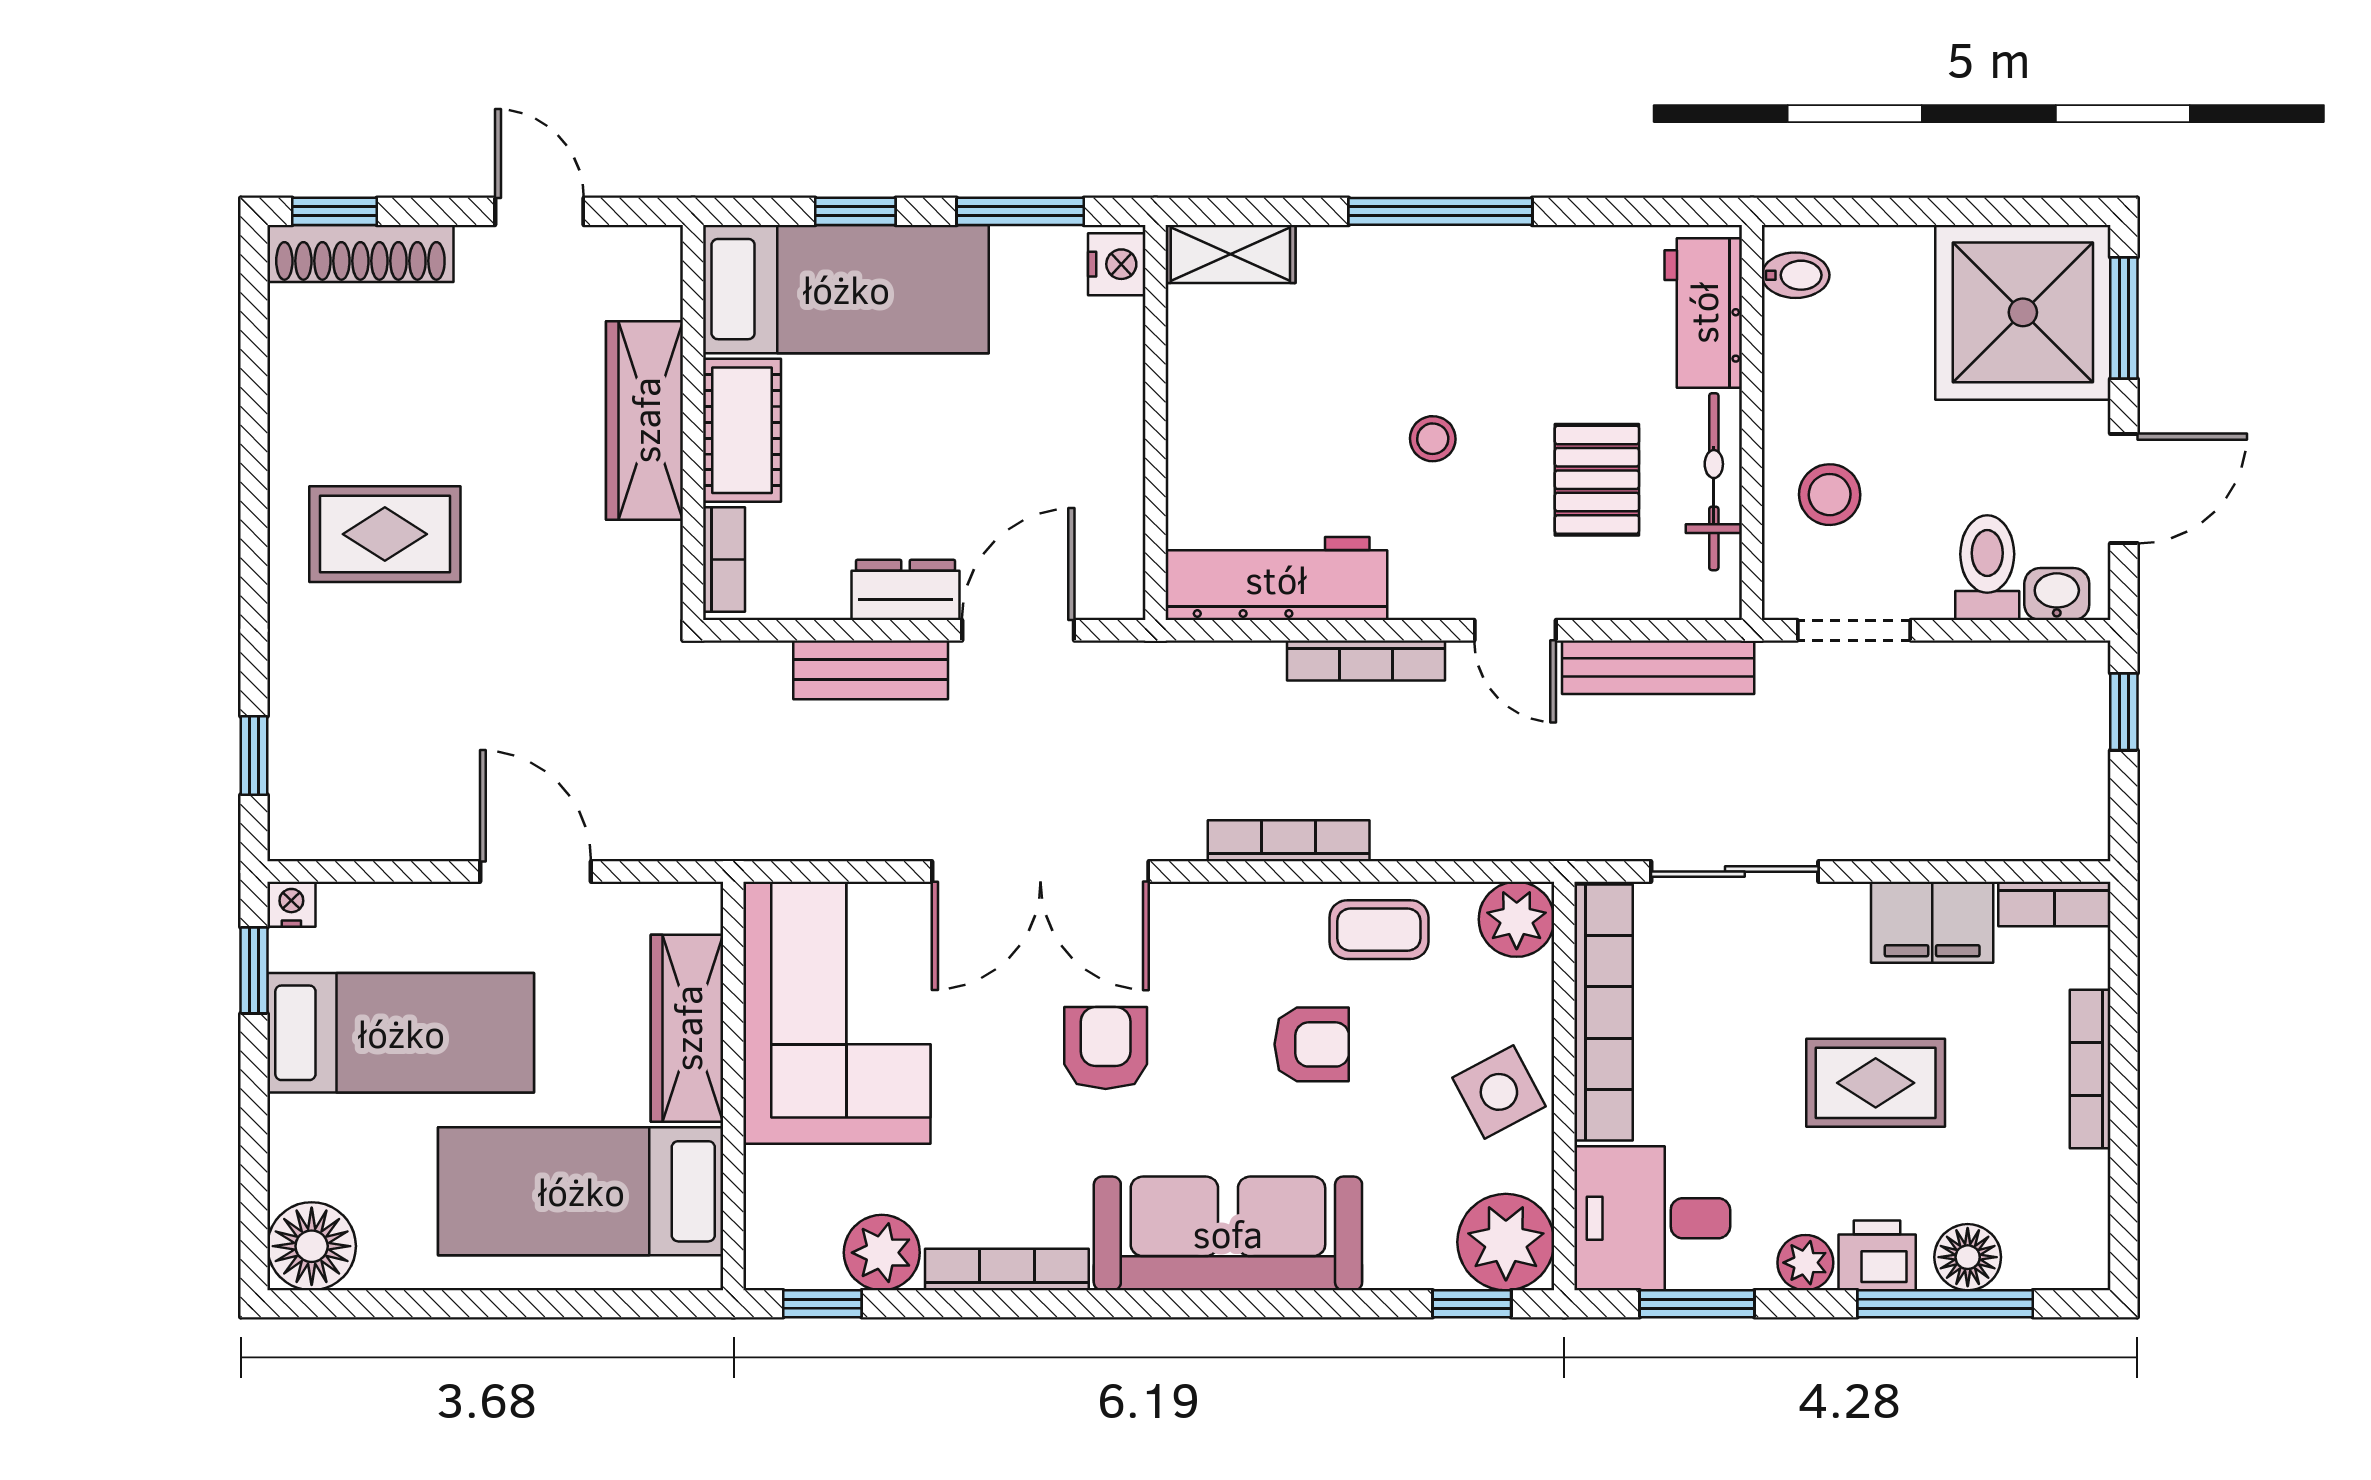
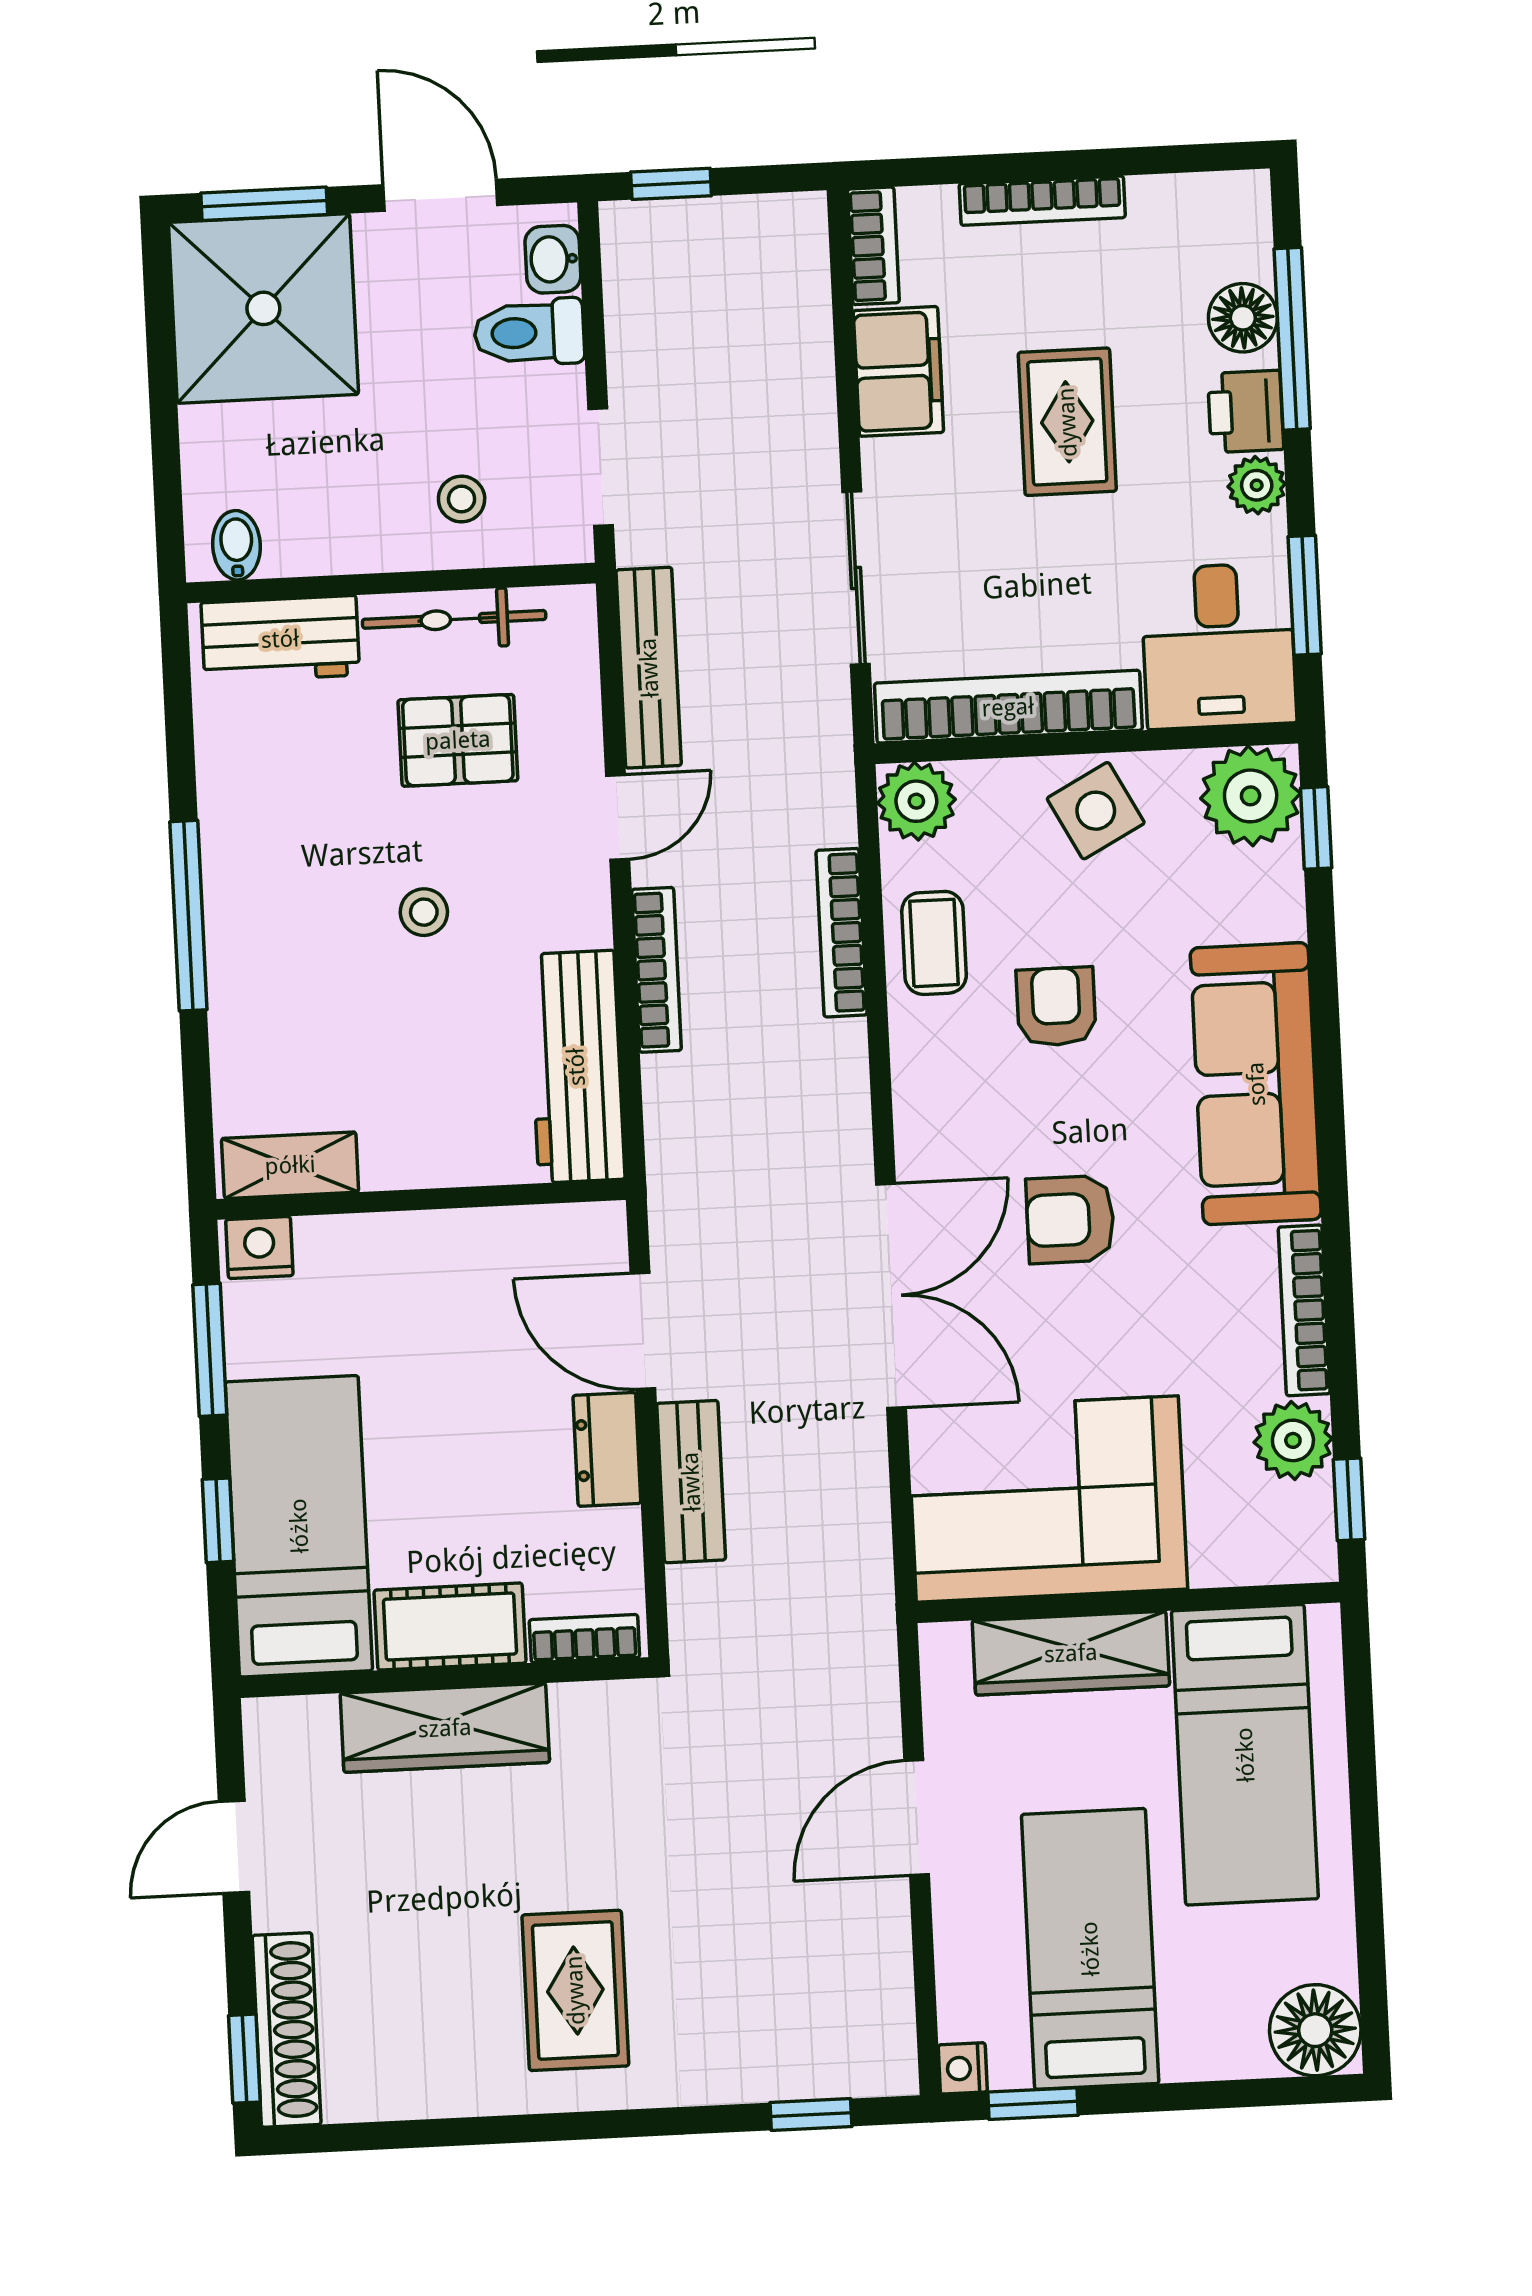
shelving: (1230, 254) -> (290, 1165), moved, turned 90
stool: (1830, 495) -> (462, 499), width x0.73, depth x0.73
bookcase: (1289, 841) -> (841, 933), moved

